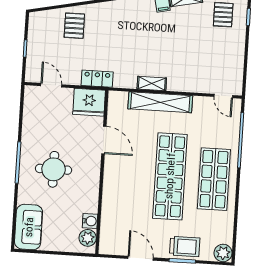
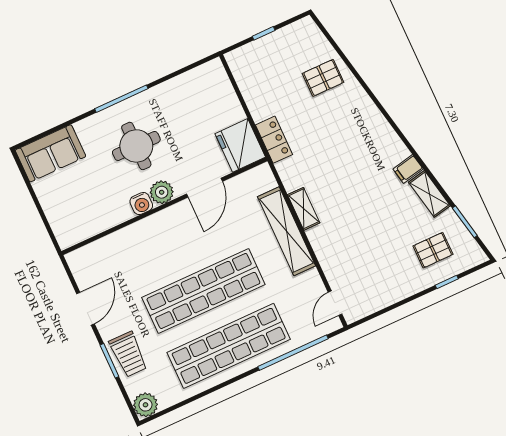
door: (51, 85) -> (236, 89), removed
shop shelf: (214, 179) -> (229, 346), width x1.40
water cooler: (90, 221) -> (141, 204), moved
plant: (88, 238) -> (162, 192), moved

